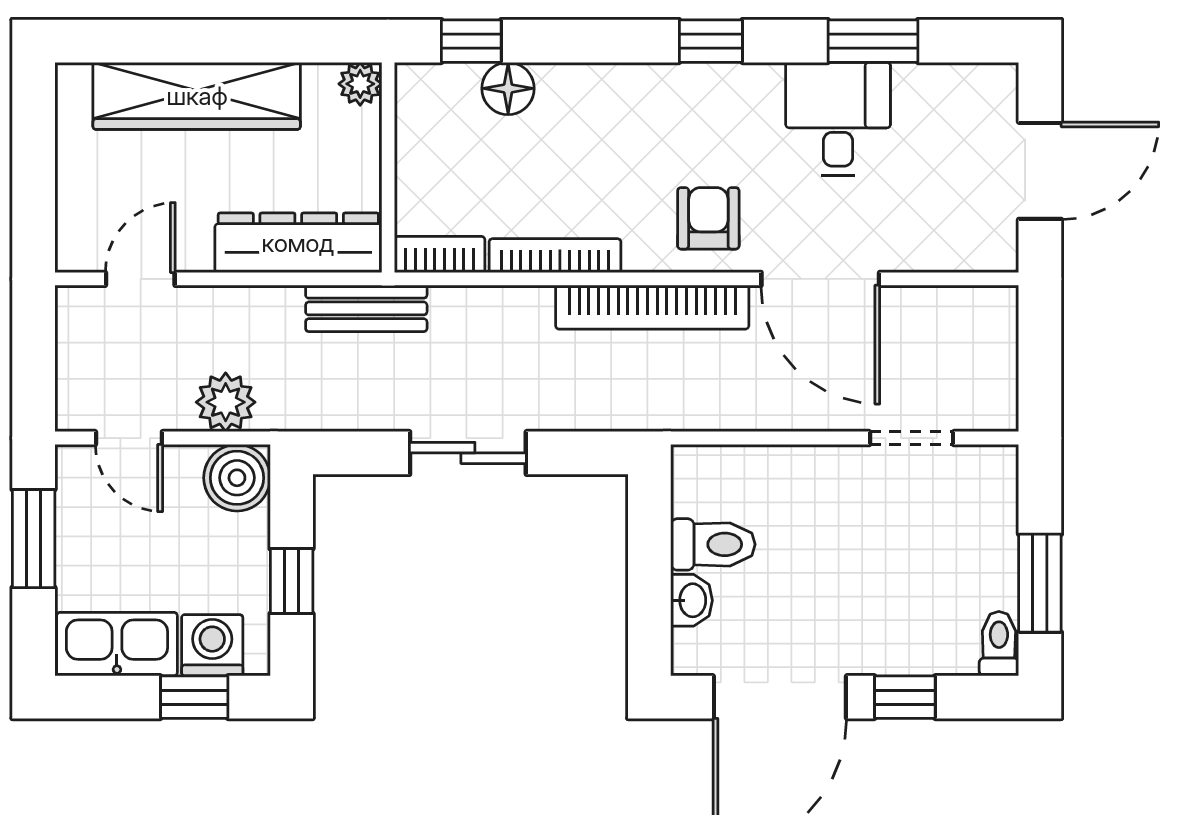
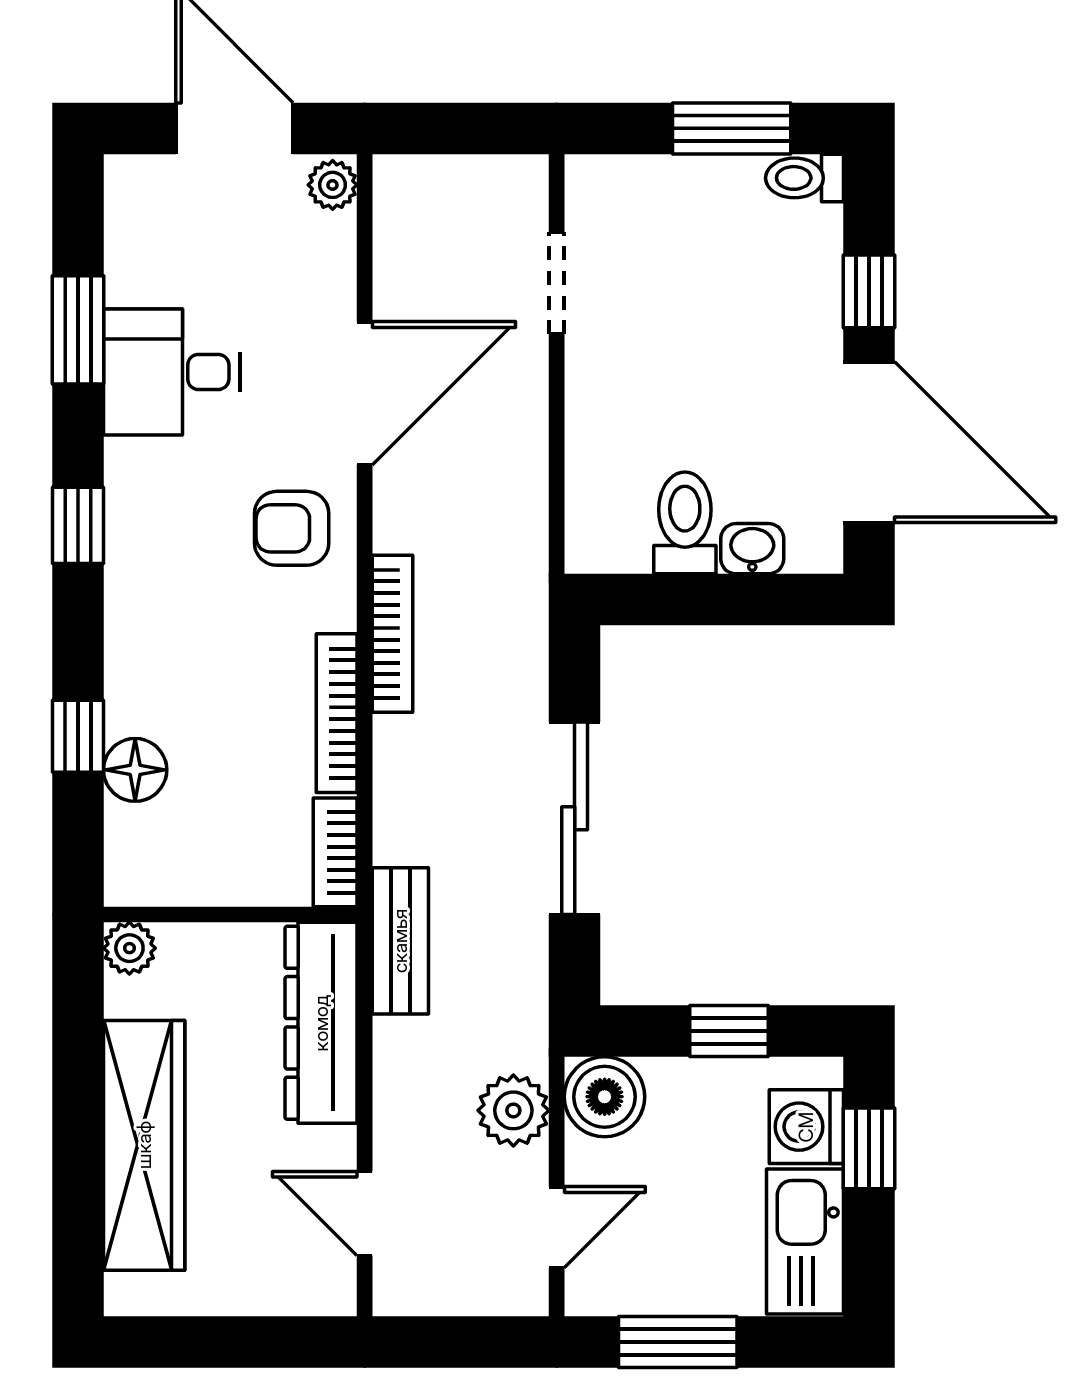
window: (471, 41) -> (78, 736), moved
plant: (993, 252) -> (333, 185), added
bookcase: (652, 307) -> (392, 634), width x0.68, depth x0.76
sliding door: (468, 453) -> (575, 818), width x1.37

